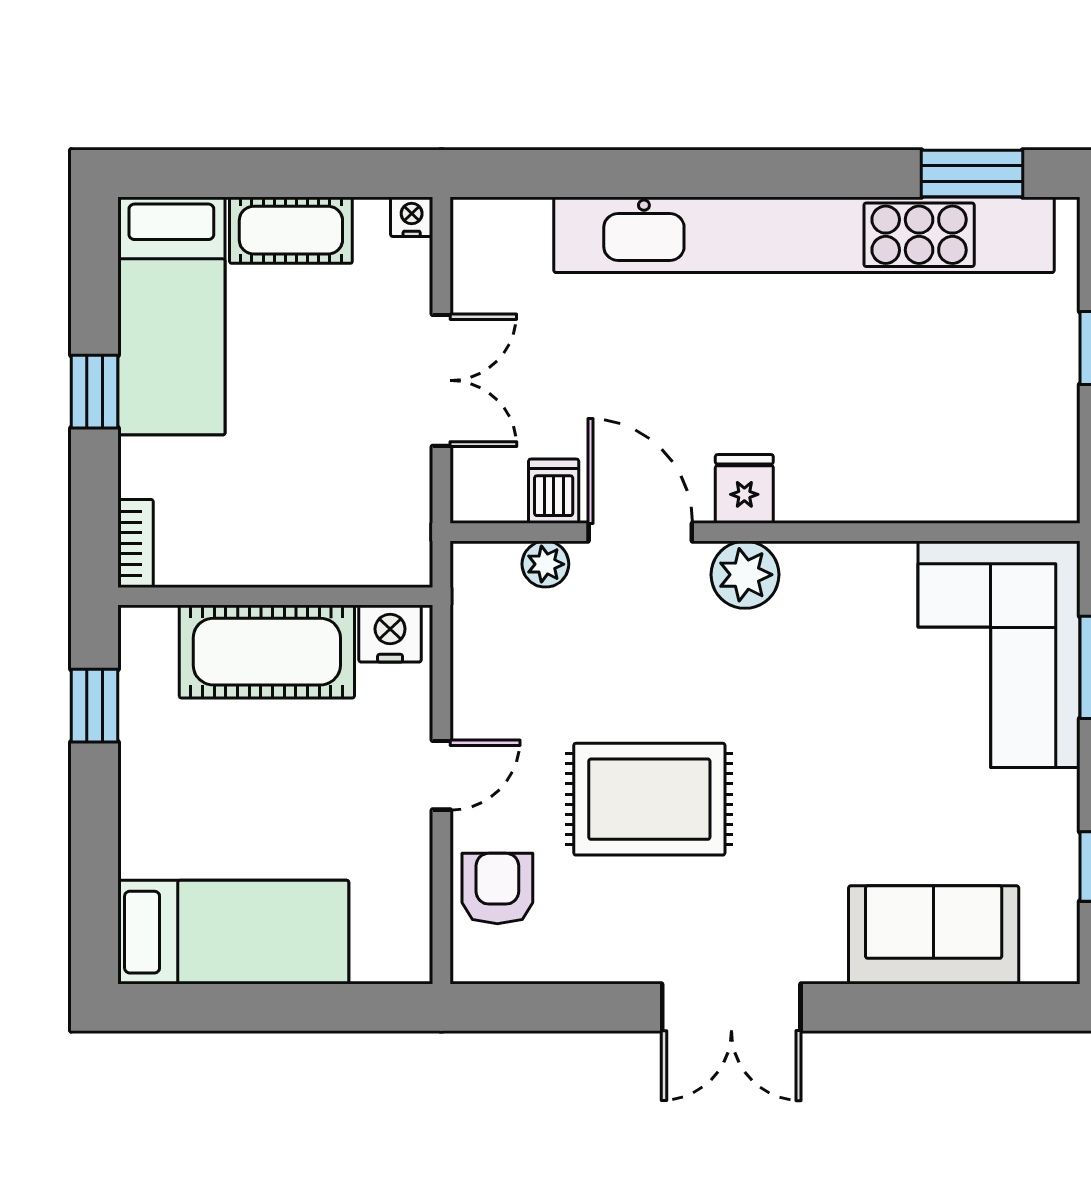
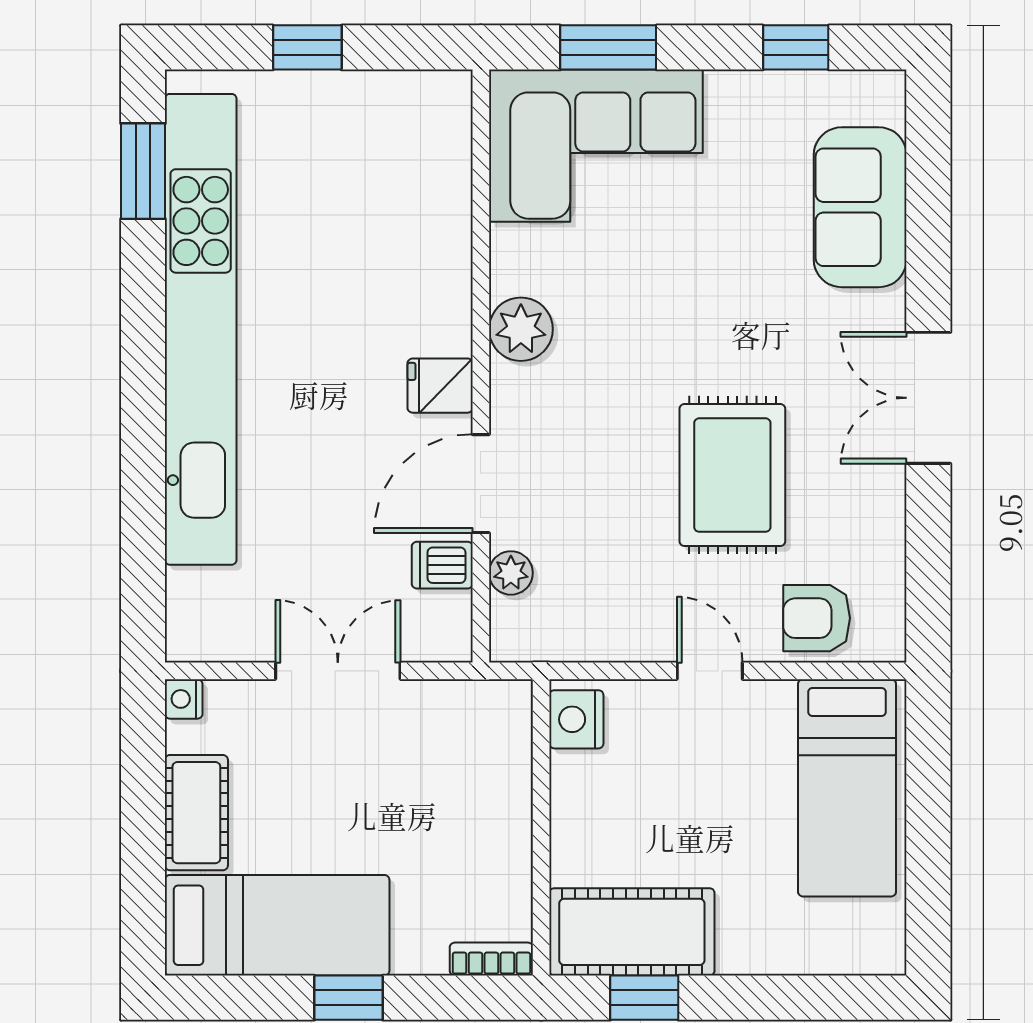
plant: (745, 575) -> (521, 329), moved
cot: (267, 652) -> (632, 932), moved, turned 90
bed: (233, 932) -> (847, 788), moved, turned 180
double door: (731, 1007) -> (928, 398), swing flipped

